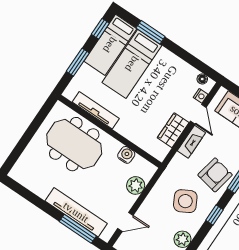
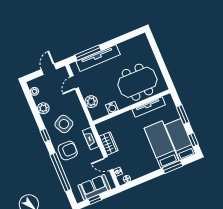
fireplace: (191, 142) -> (91, 139), moved
armchair: (215, 175) -> (68, 151), turned -101

